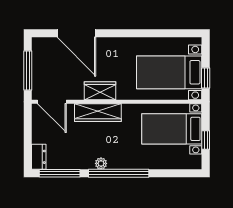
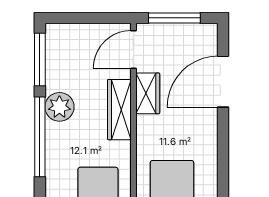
wardrobe: (100, 91) -> (148, 93), moved
dresser: (39, 157) -> (61, 32), removed
plant: (101, 163) -> (59, 107), width x1.87, depth x1.87

